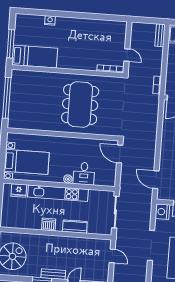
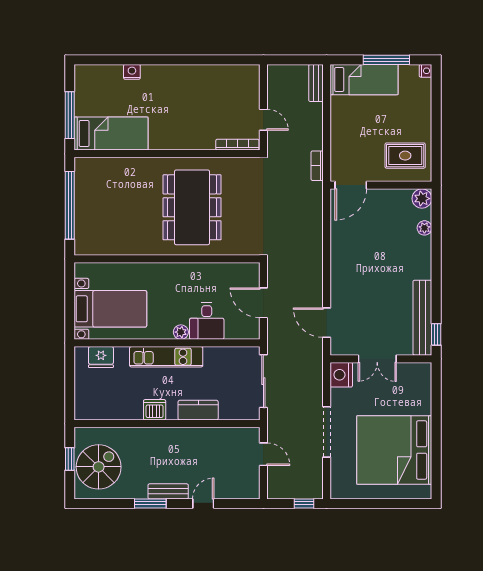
door: (120, 154) -> (263, 303), moved
kitchen unit: (58, 193) -> (166, 357), width x0.73

